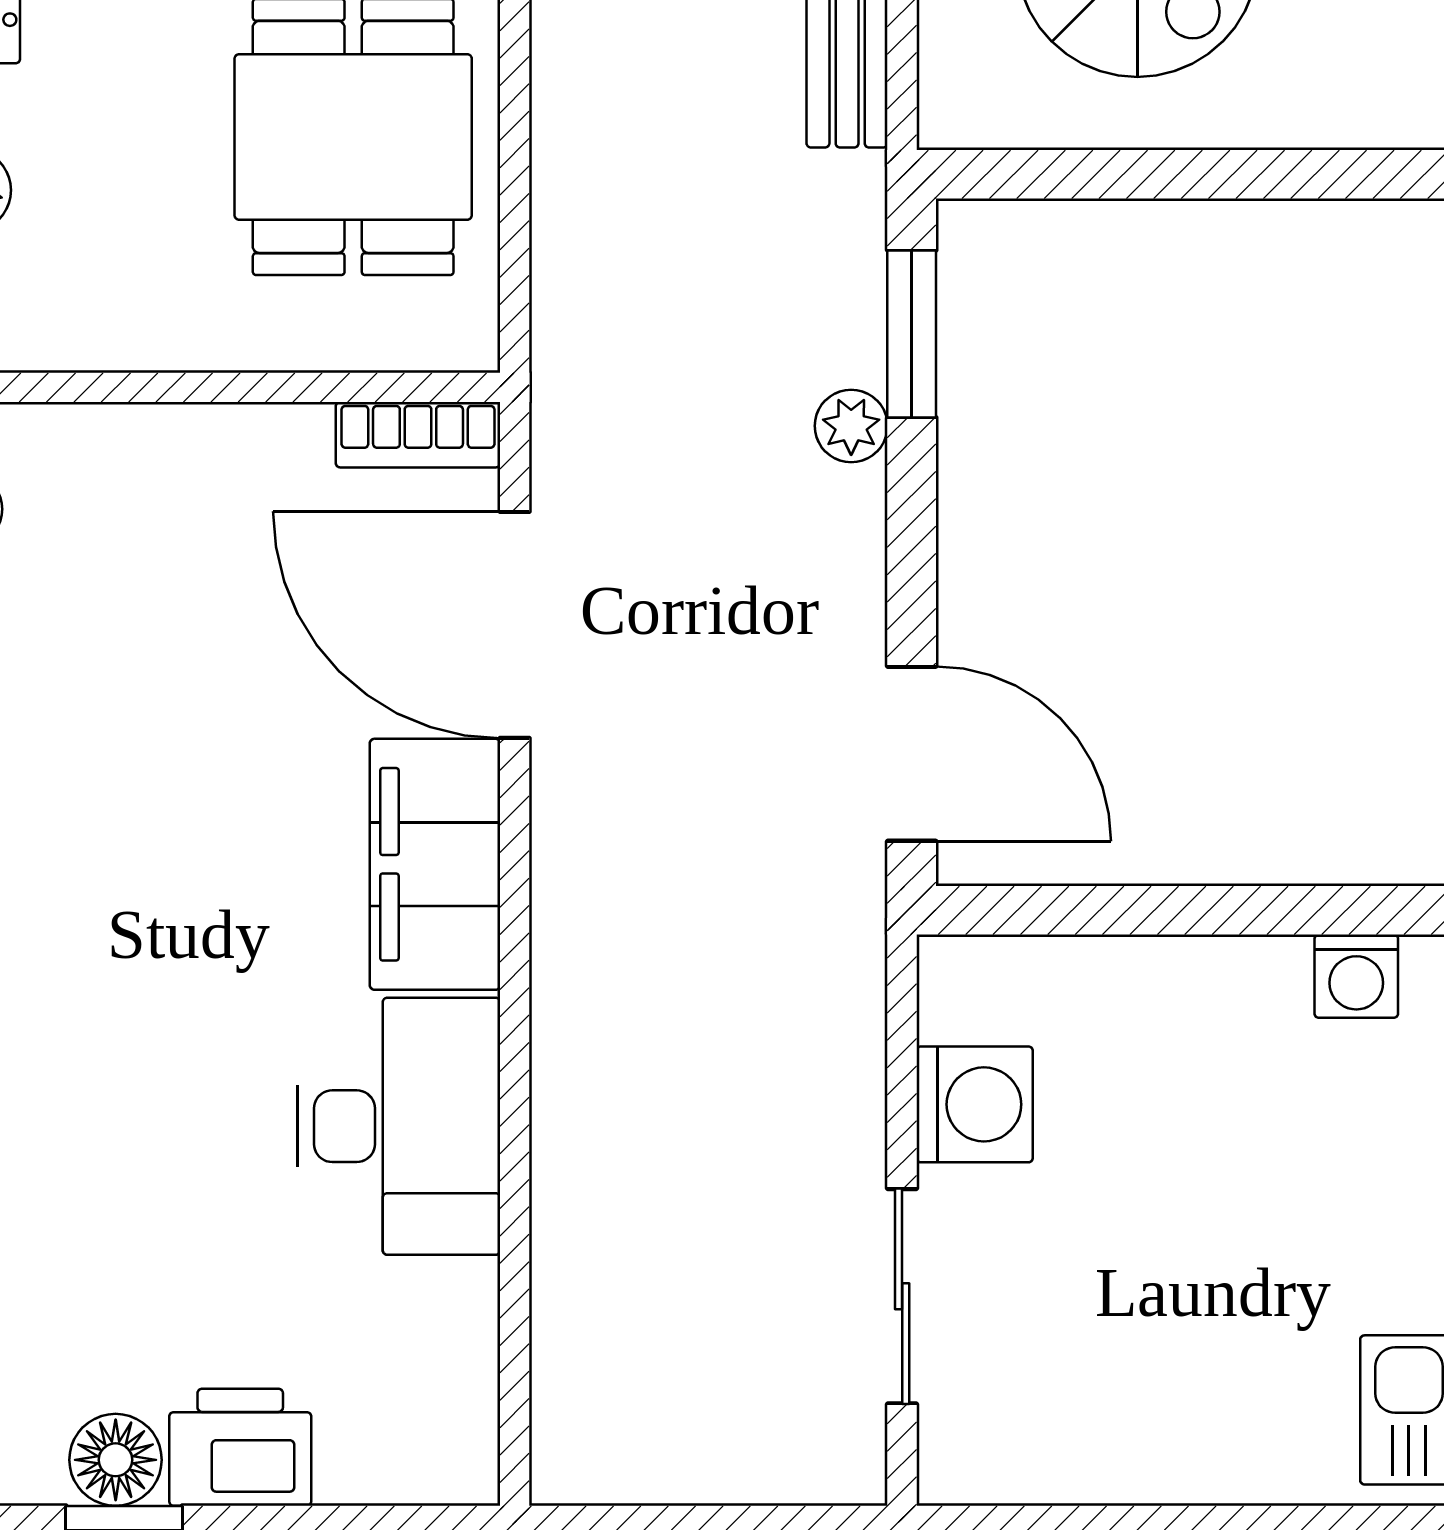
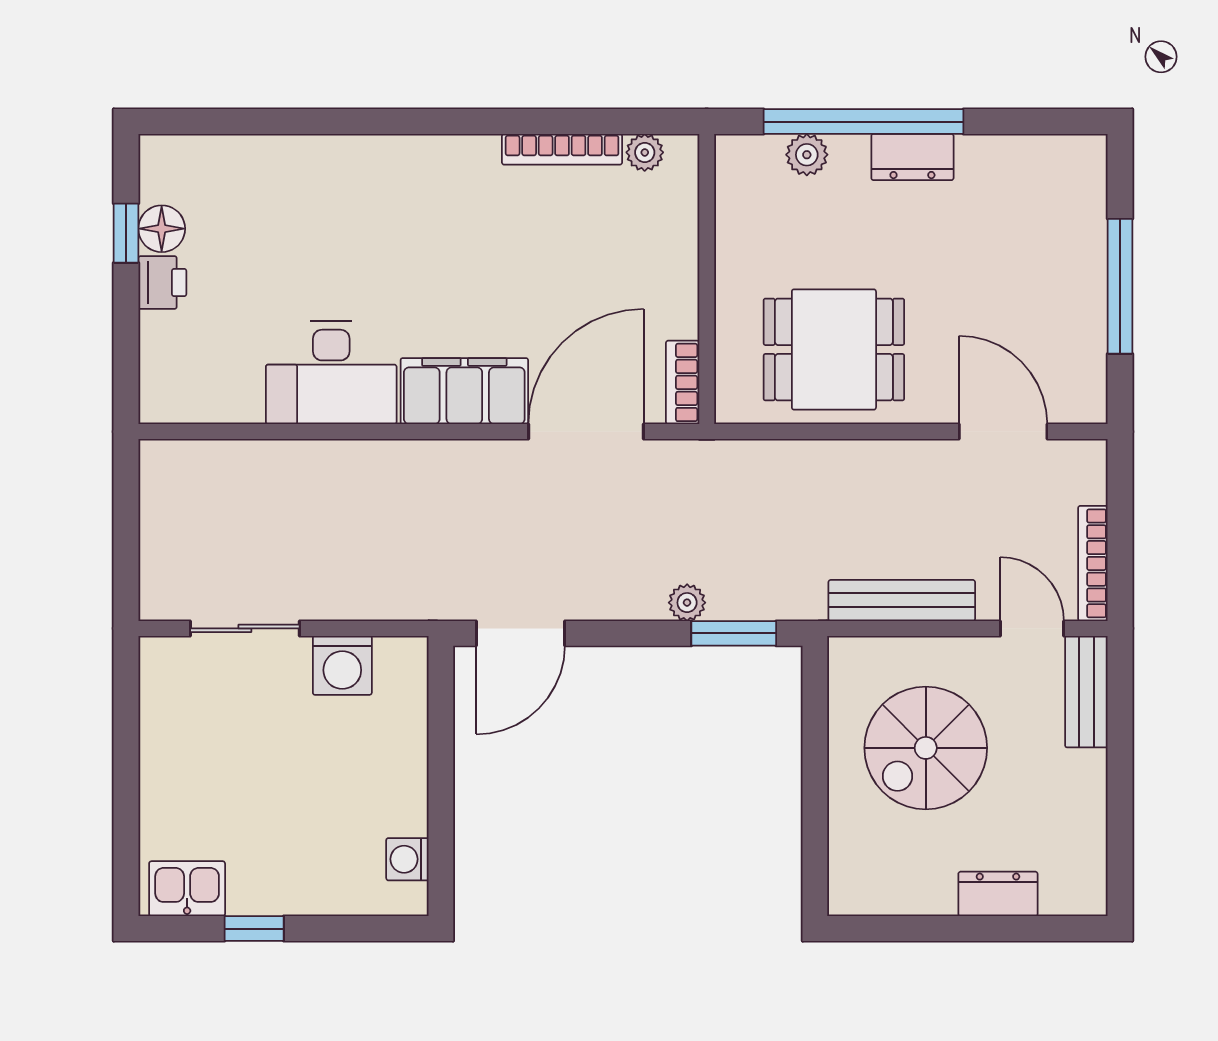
printer: (240, 1447) -> (162, 283), width x0.73, depth x0.81

